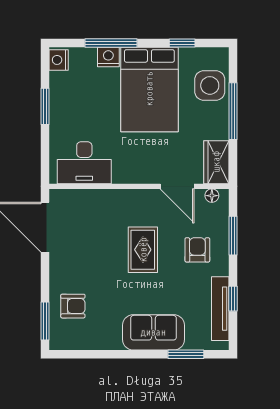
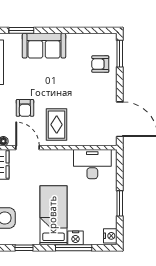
bed: (149, 89) -> (53, 215), width x0.67
rug: (143, 250) -> (57, 125), moved
armchair: (197, 250) -> (25, 108), moved

